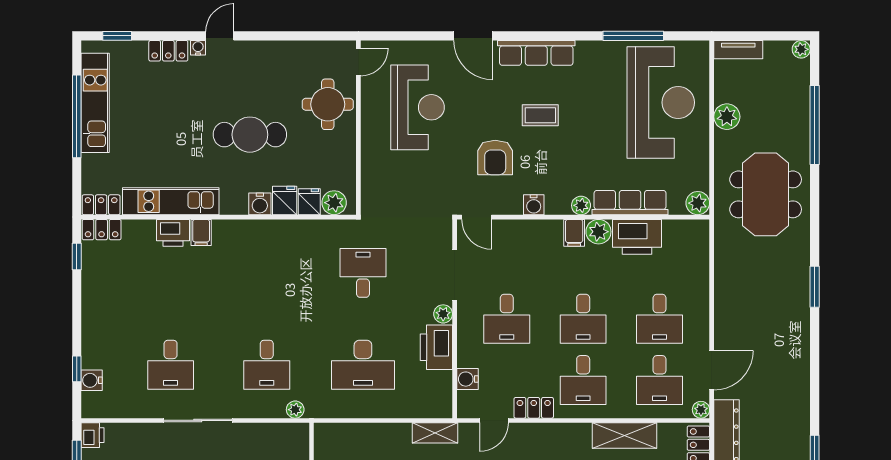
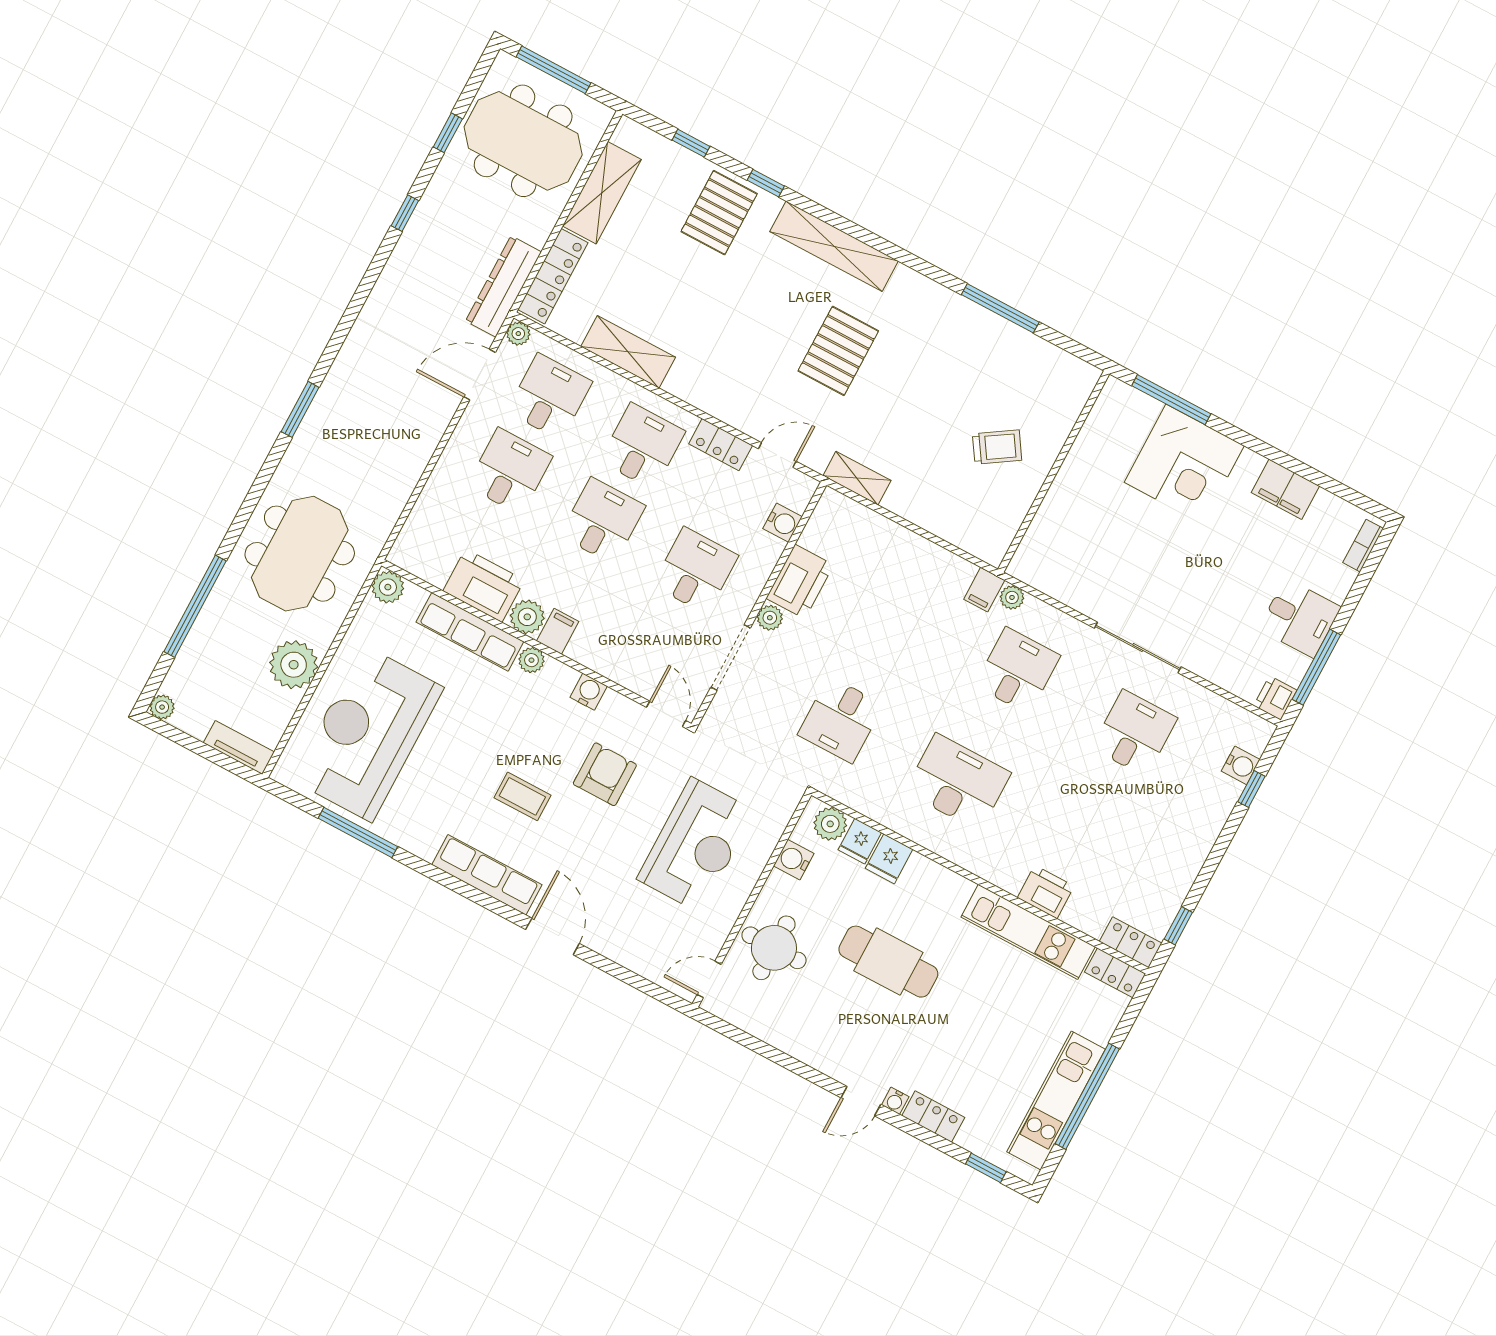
reception desk: (417, 107) -> (696, 845), moved, turned 180
plant: (727, 117) -> (294, 665), width x1.36, depth x1.36
water cooler: (260, 204) -> (794, 860), moved, turned -90
filing cabinet: (201, 233) -> (984, 590), moved, turned 180
desk: (363, 365) -> (958, 782), moved

